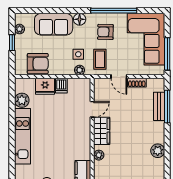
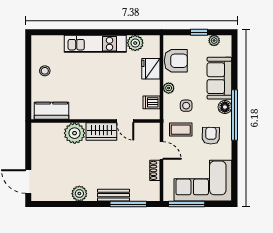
window: (114, 11) -> (234, 115), moved
armchair: (38, 64) -> (176, 61), turned -90
plant: (80, 70) -> (169, 88), moved
door: (119, 77) -> (161, 151), swing flipped
dishwasher: (61, 86) -> (152, 102), moved
bench: (159, 106) -> (114, 195), moved
plant: (99, 155) -> (75, 133), width x1.88, depth x1.88

